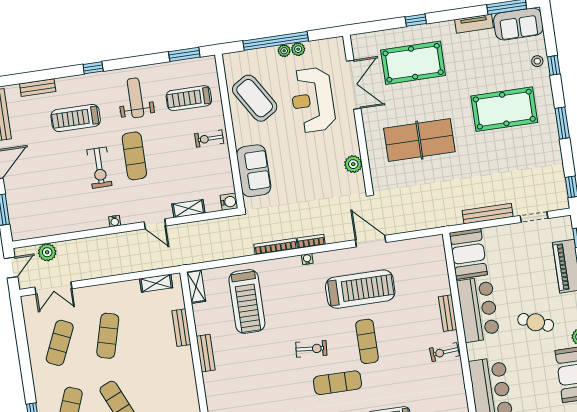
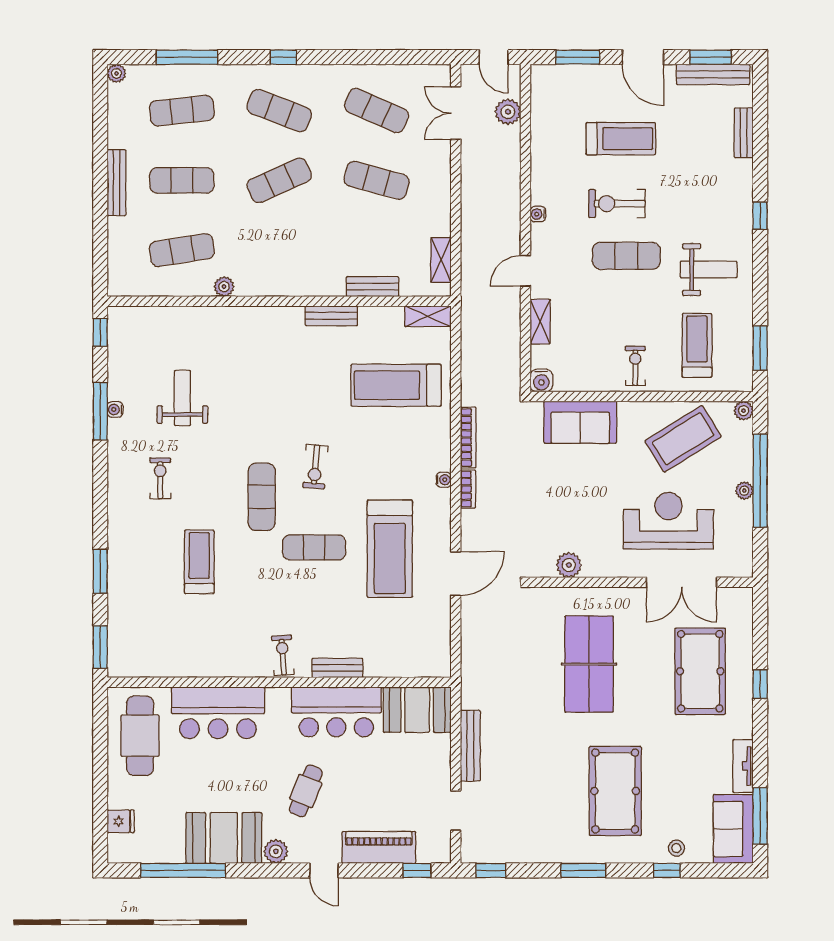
plant: (298, 49) -> (744, 411), moved
treadmill: (76, 118) -> (621, 139), moved, turned 90

